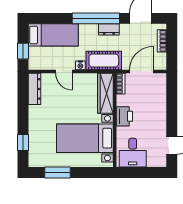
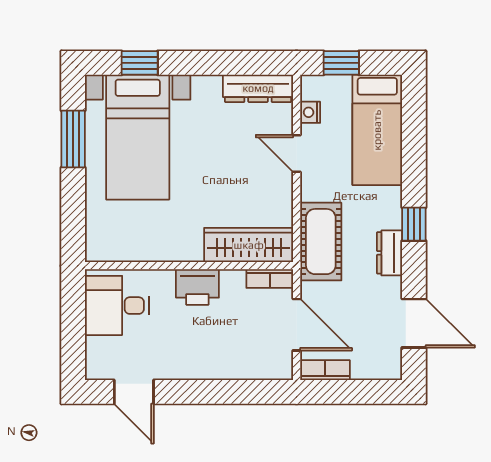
window: (96, 18) -> (414, 224), width x0.32
bookcase: (162, 41) -> (325, 370), moved
nightstand: (80, 65) -> (310, 112), moved
door: (64, 71) -> (297, 153), hinge flipped
bed with nightstands: (85, 138) -> (138, 137), moved, turned 180

